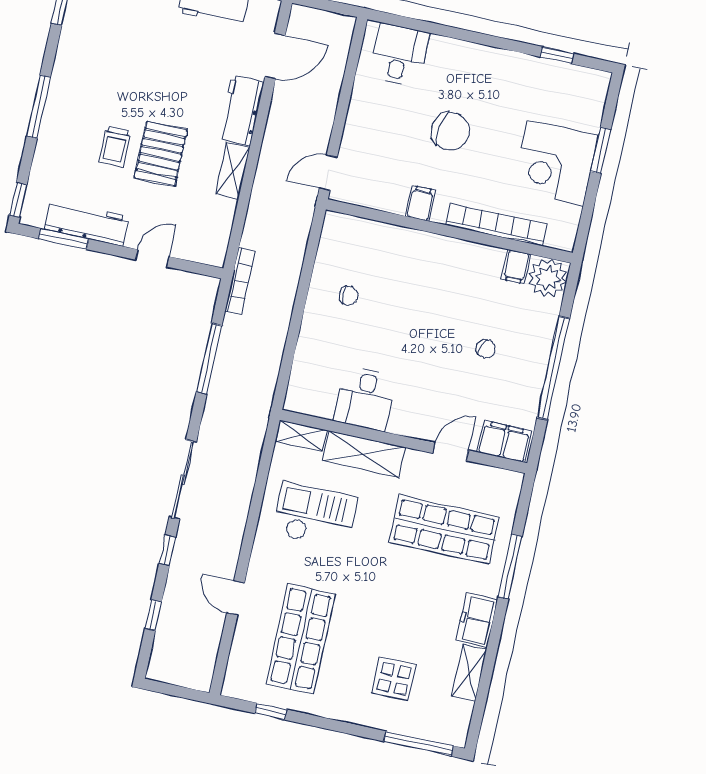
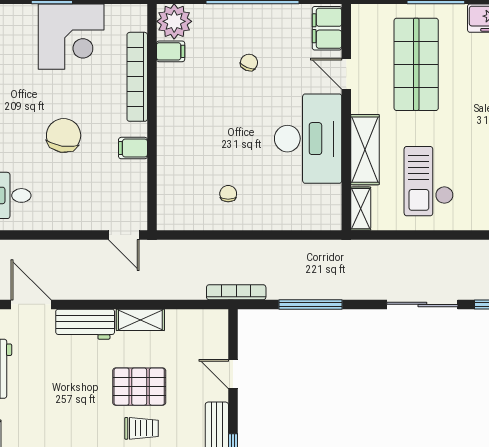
desk: (365, 399) -> (308, 139), width x1.87, depth x1.30

